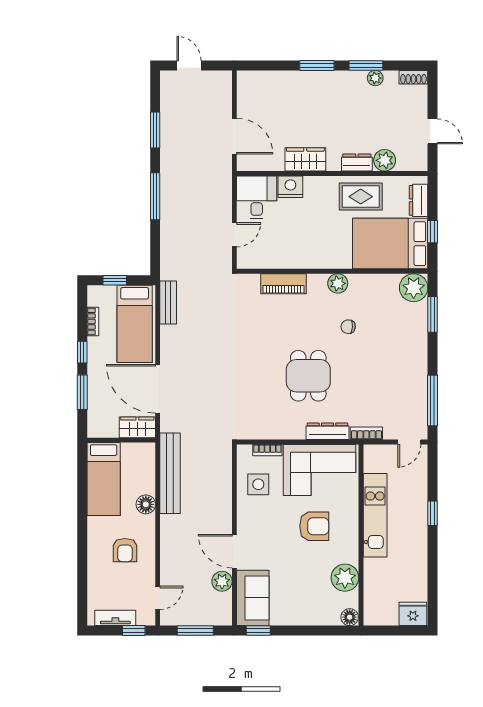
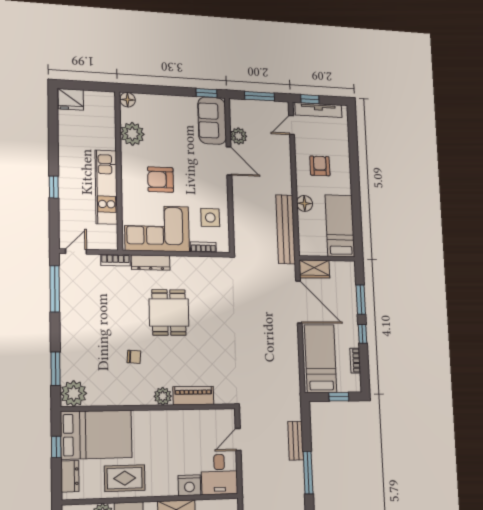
plant: (338, 283) -> (163, 396), moved
bench: (168, 302) -> (296, 441), moved
tv unit: (115, 618) -> (318, 110), width x1.41

